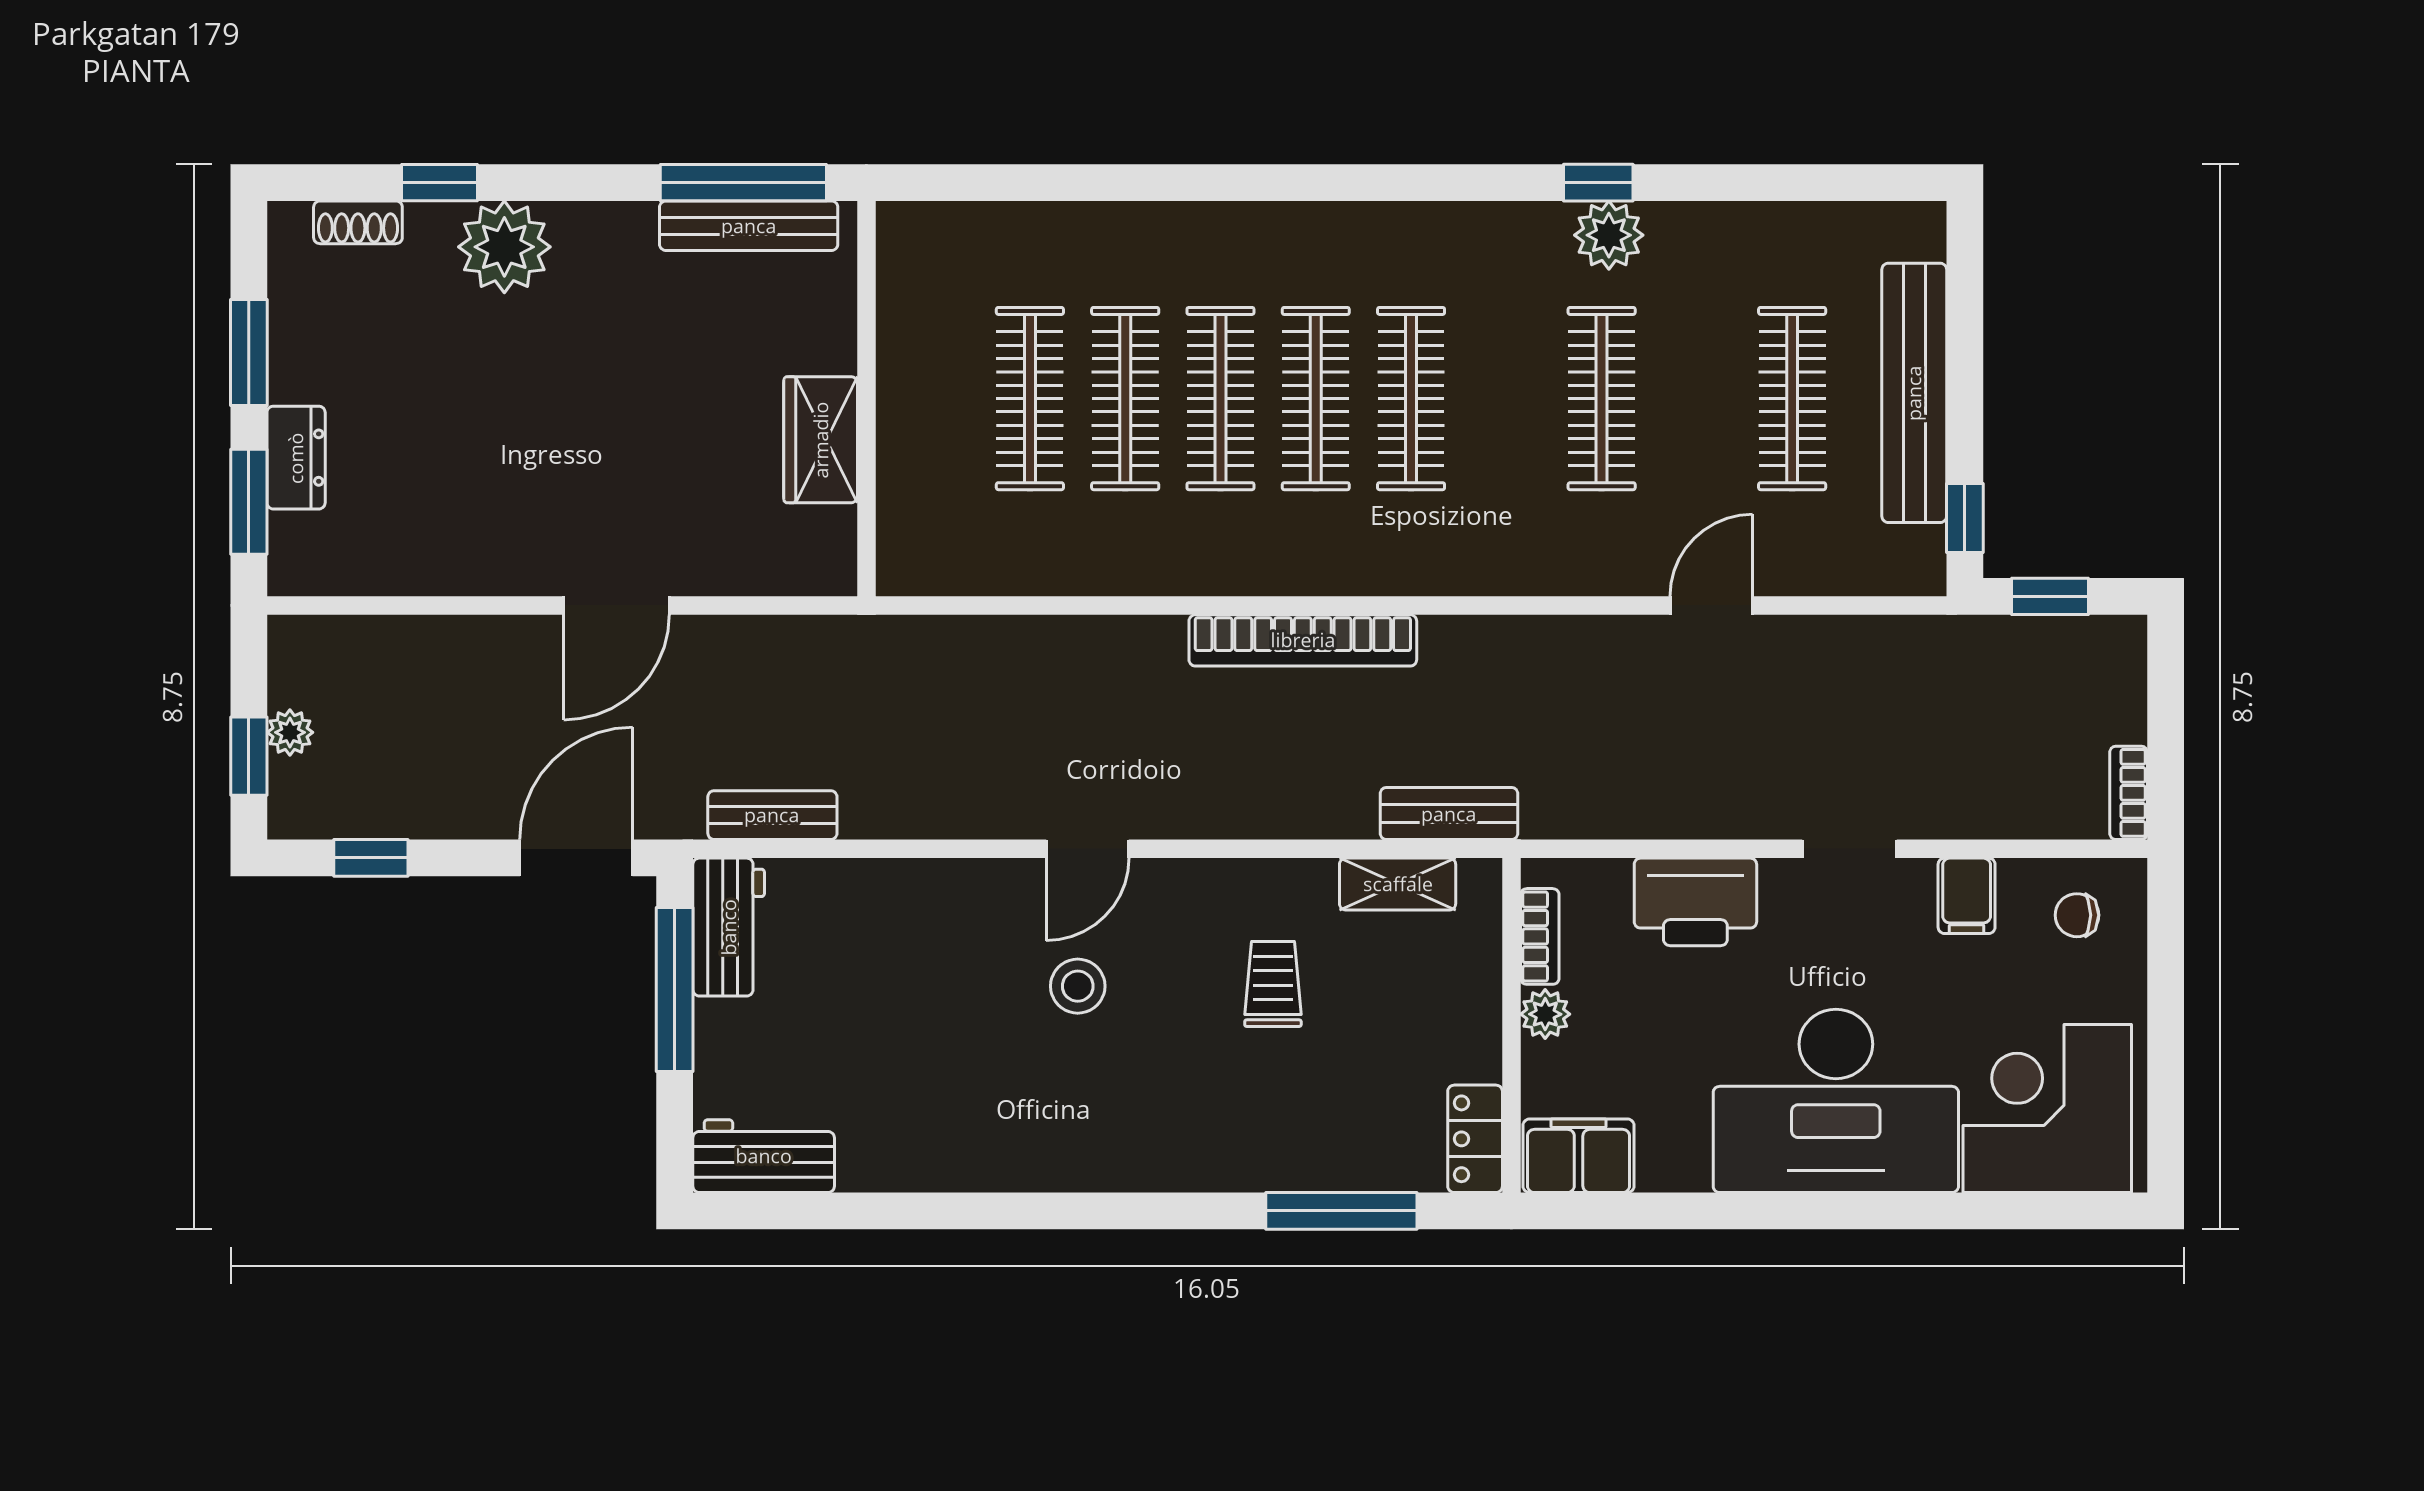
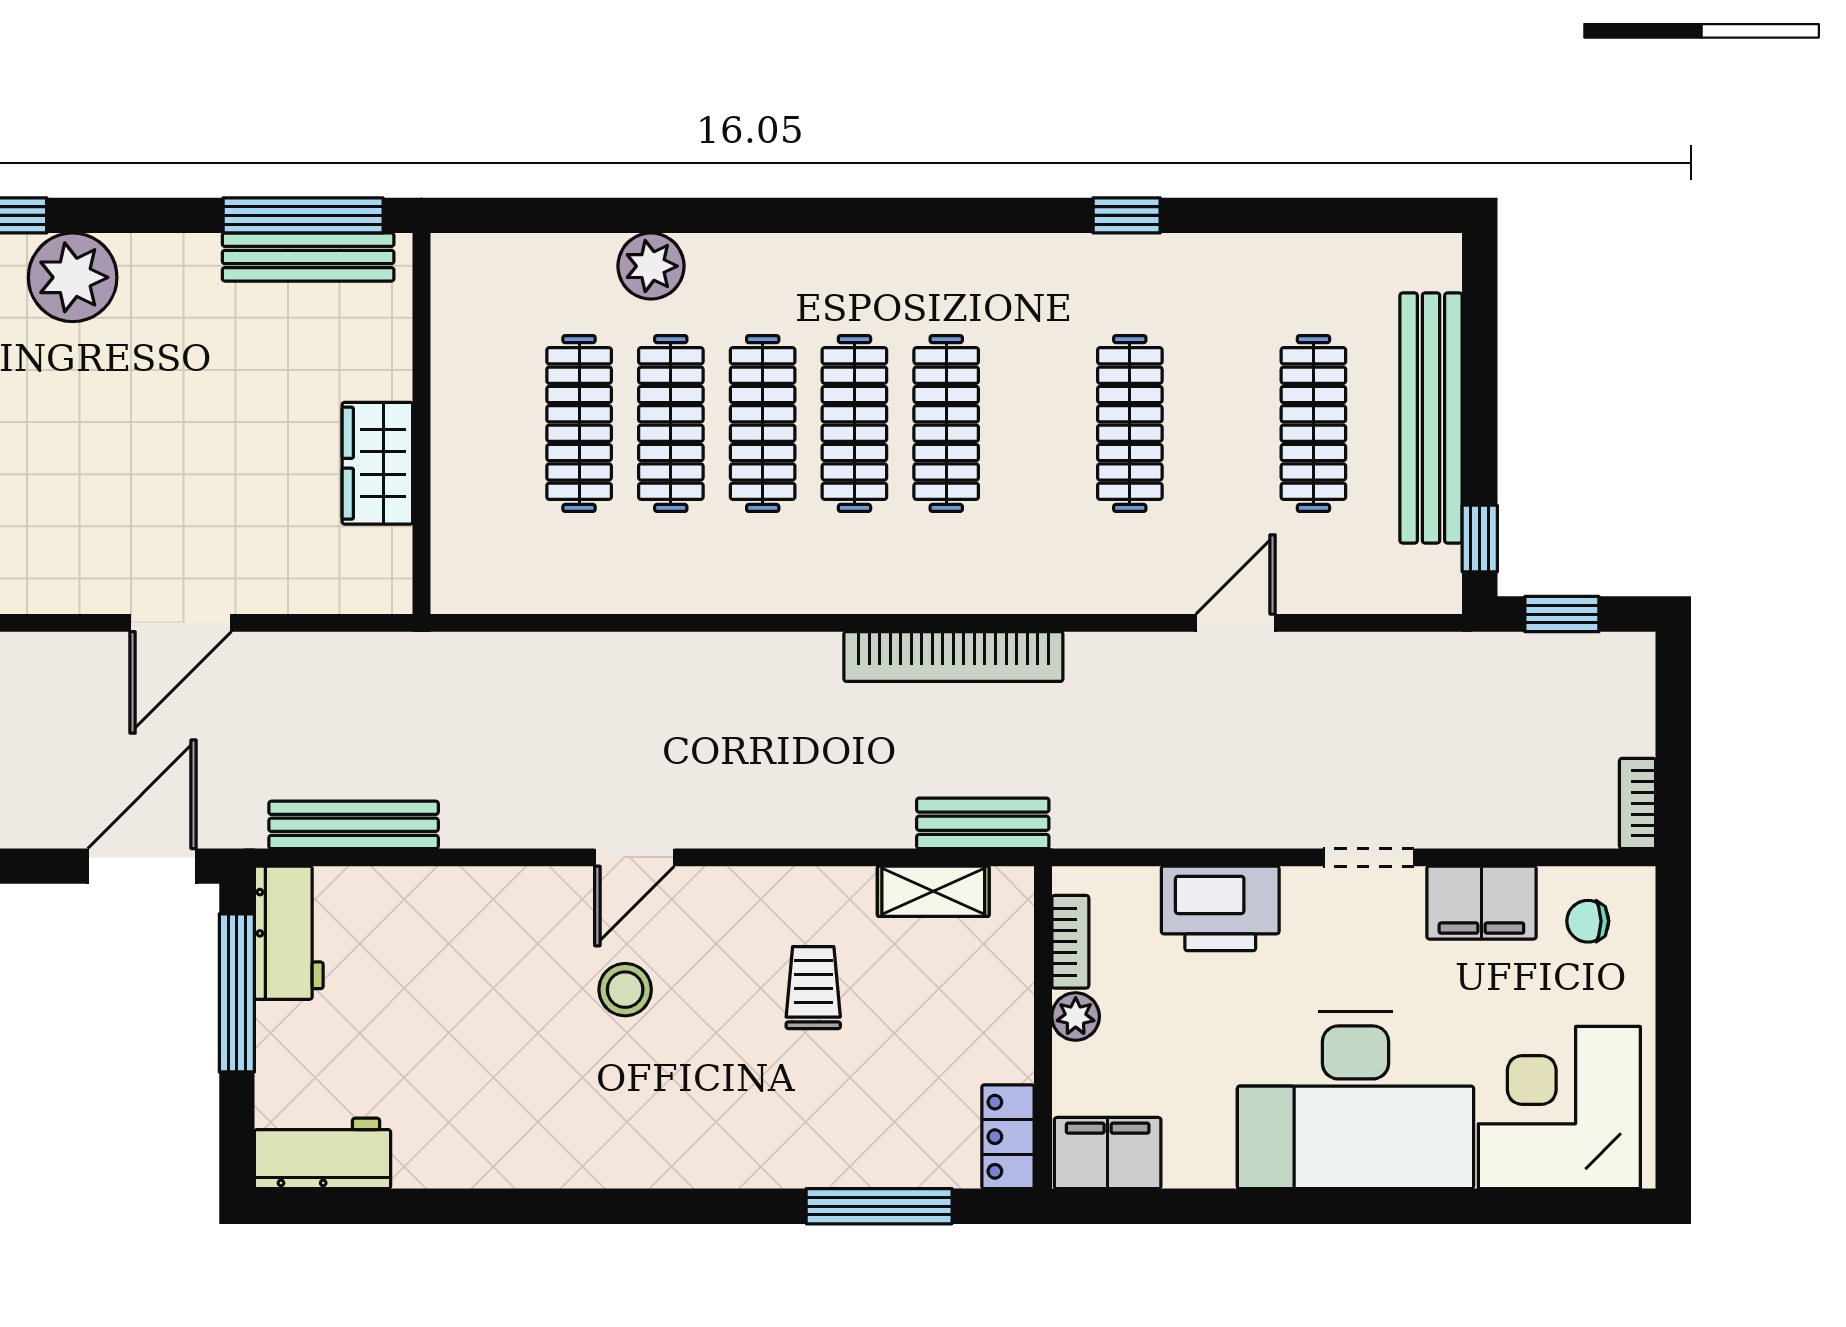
plant: (1609, 235) -> (651, 266), moved
bookcase: (1303, 640) -> (953, 657), moved
bench: (772, 815) -> (354, 825), width x1.36
filing cabinet: (1967, 896) -> (1481, 903), width x2.00

